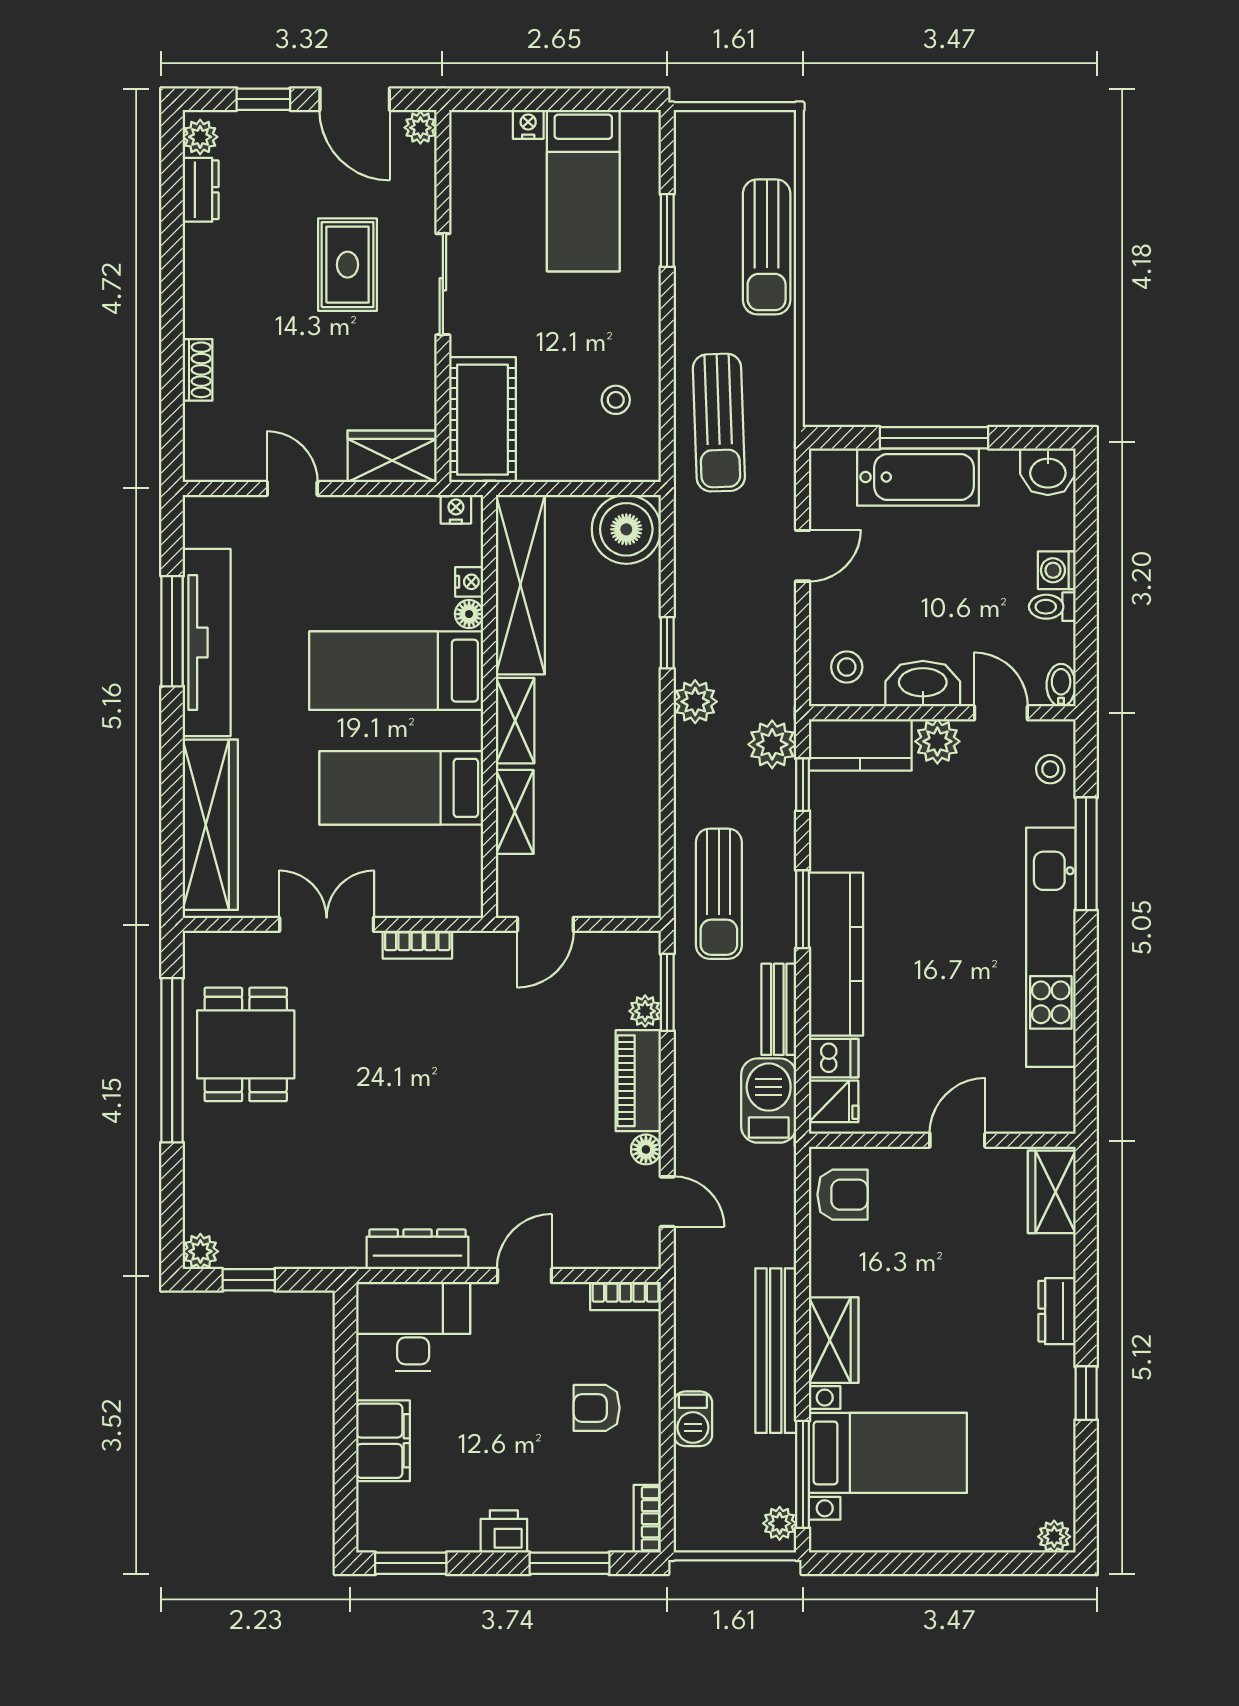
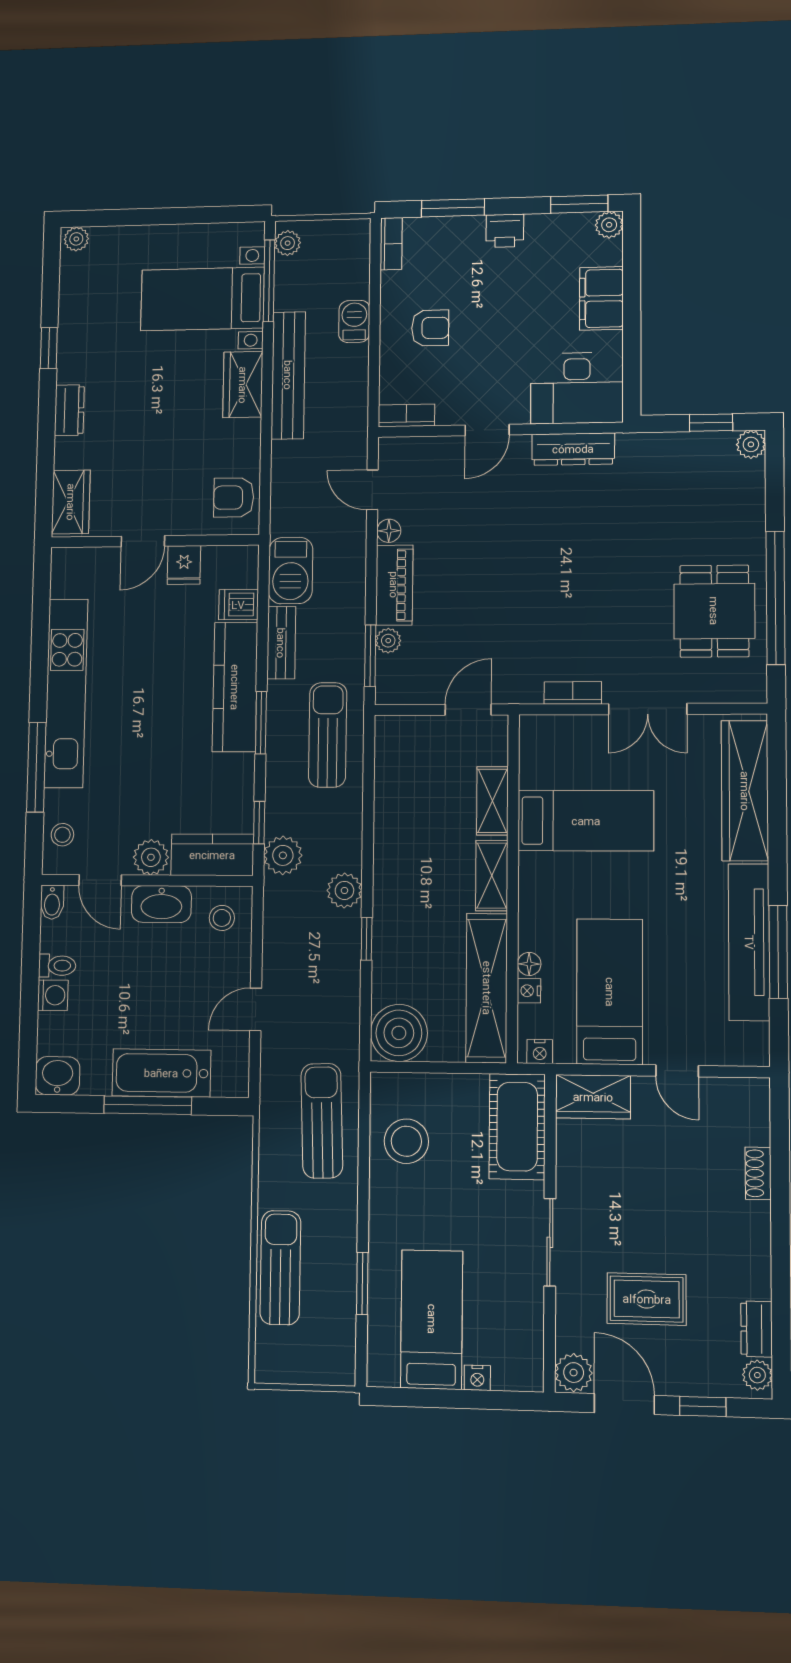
plant: (420, 128) -> (574, 1373), width x1.38, depth x1.38
rug: (348, 265) -> (647, 1299), moved, turned 90
stool: (616, 400) -> (406, 1141), width x1.89, depth x1.89
bed: (396, 671) -> (610, 992), moved, turned -90
fridge: (834, 1101) -> (184, 565), moved, turned -90
plant: (374, 1535) -> (609, 225), added

